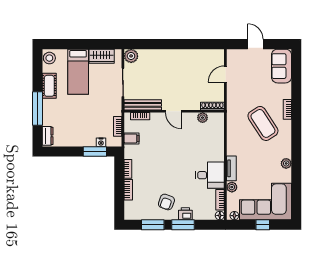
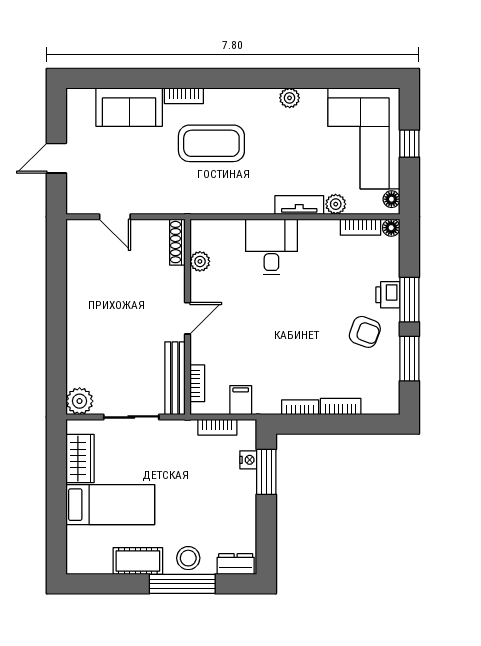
stool: (49, 58) -> (188, 558), moved
sofa: (281, 66) -> (129, 107), moved
coffee table: (263, 123) -> (211, 143), turned 33
desk: (210, 175) -> (271, 247), moved

